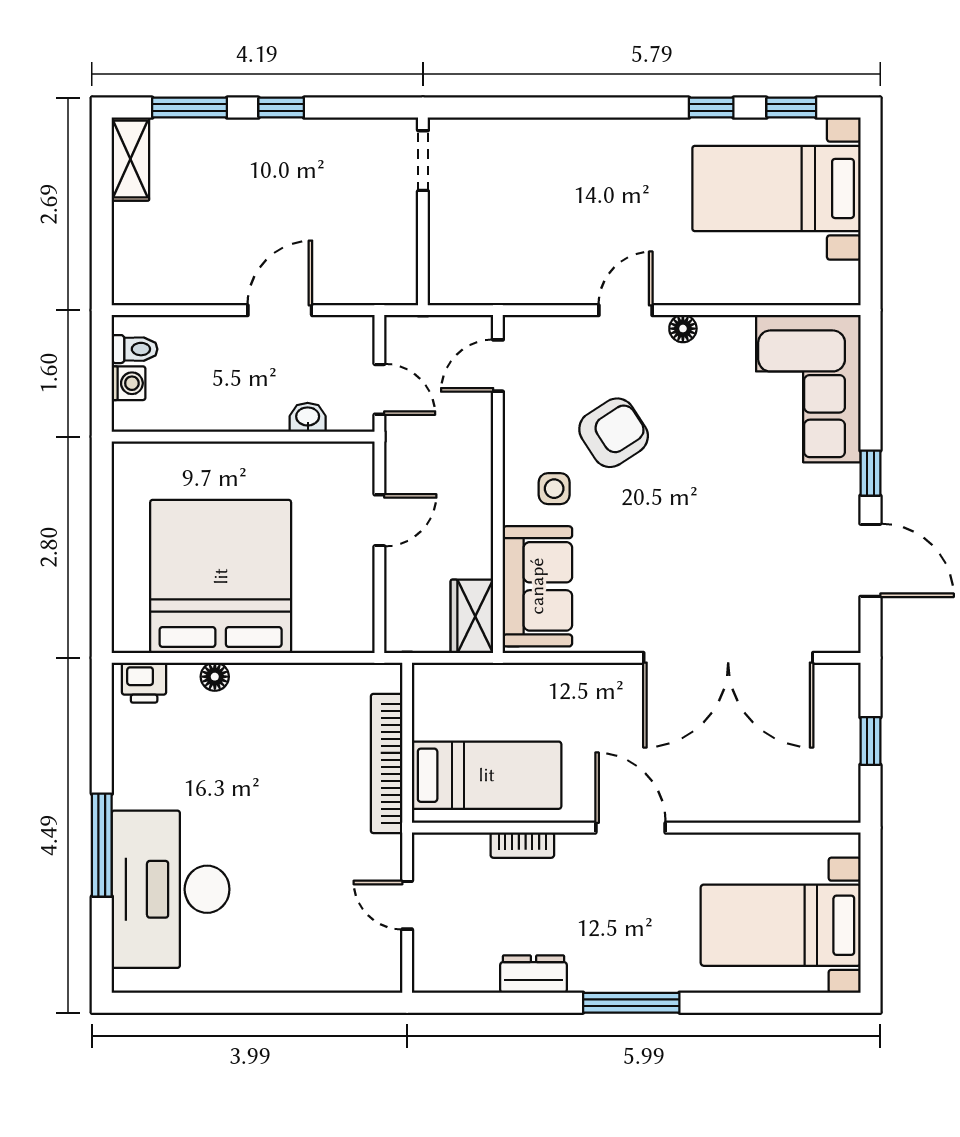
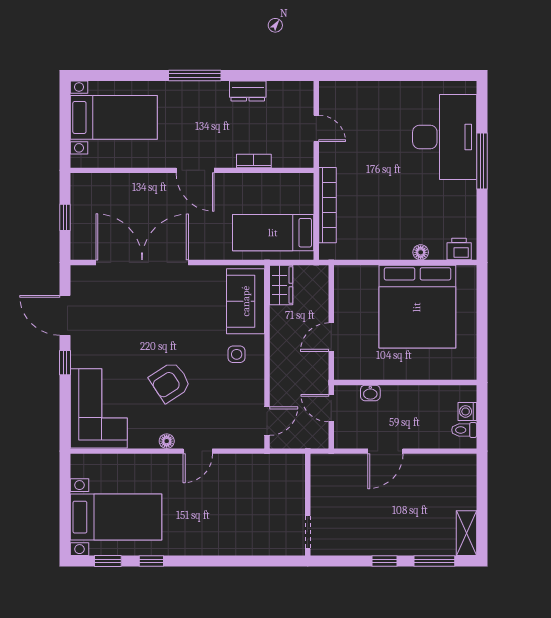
armchair: (614, 433) -> (170, 382), moved
bed: (487, 775) -> (273, 233), moved

